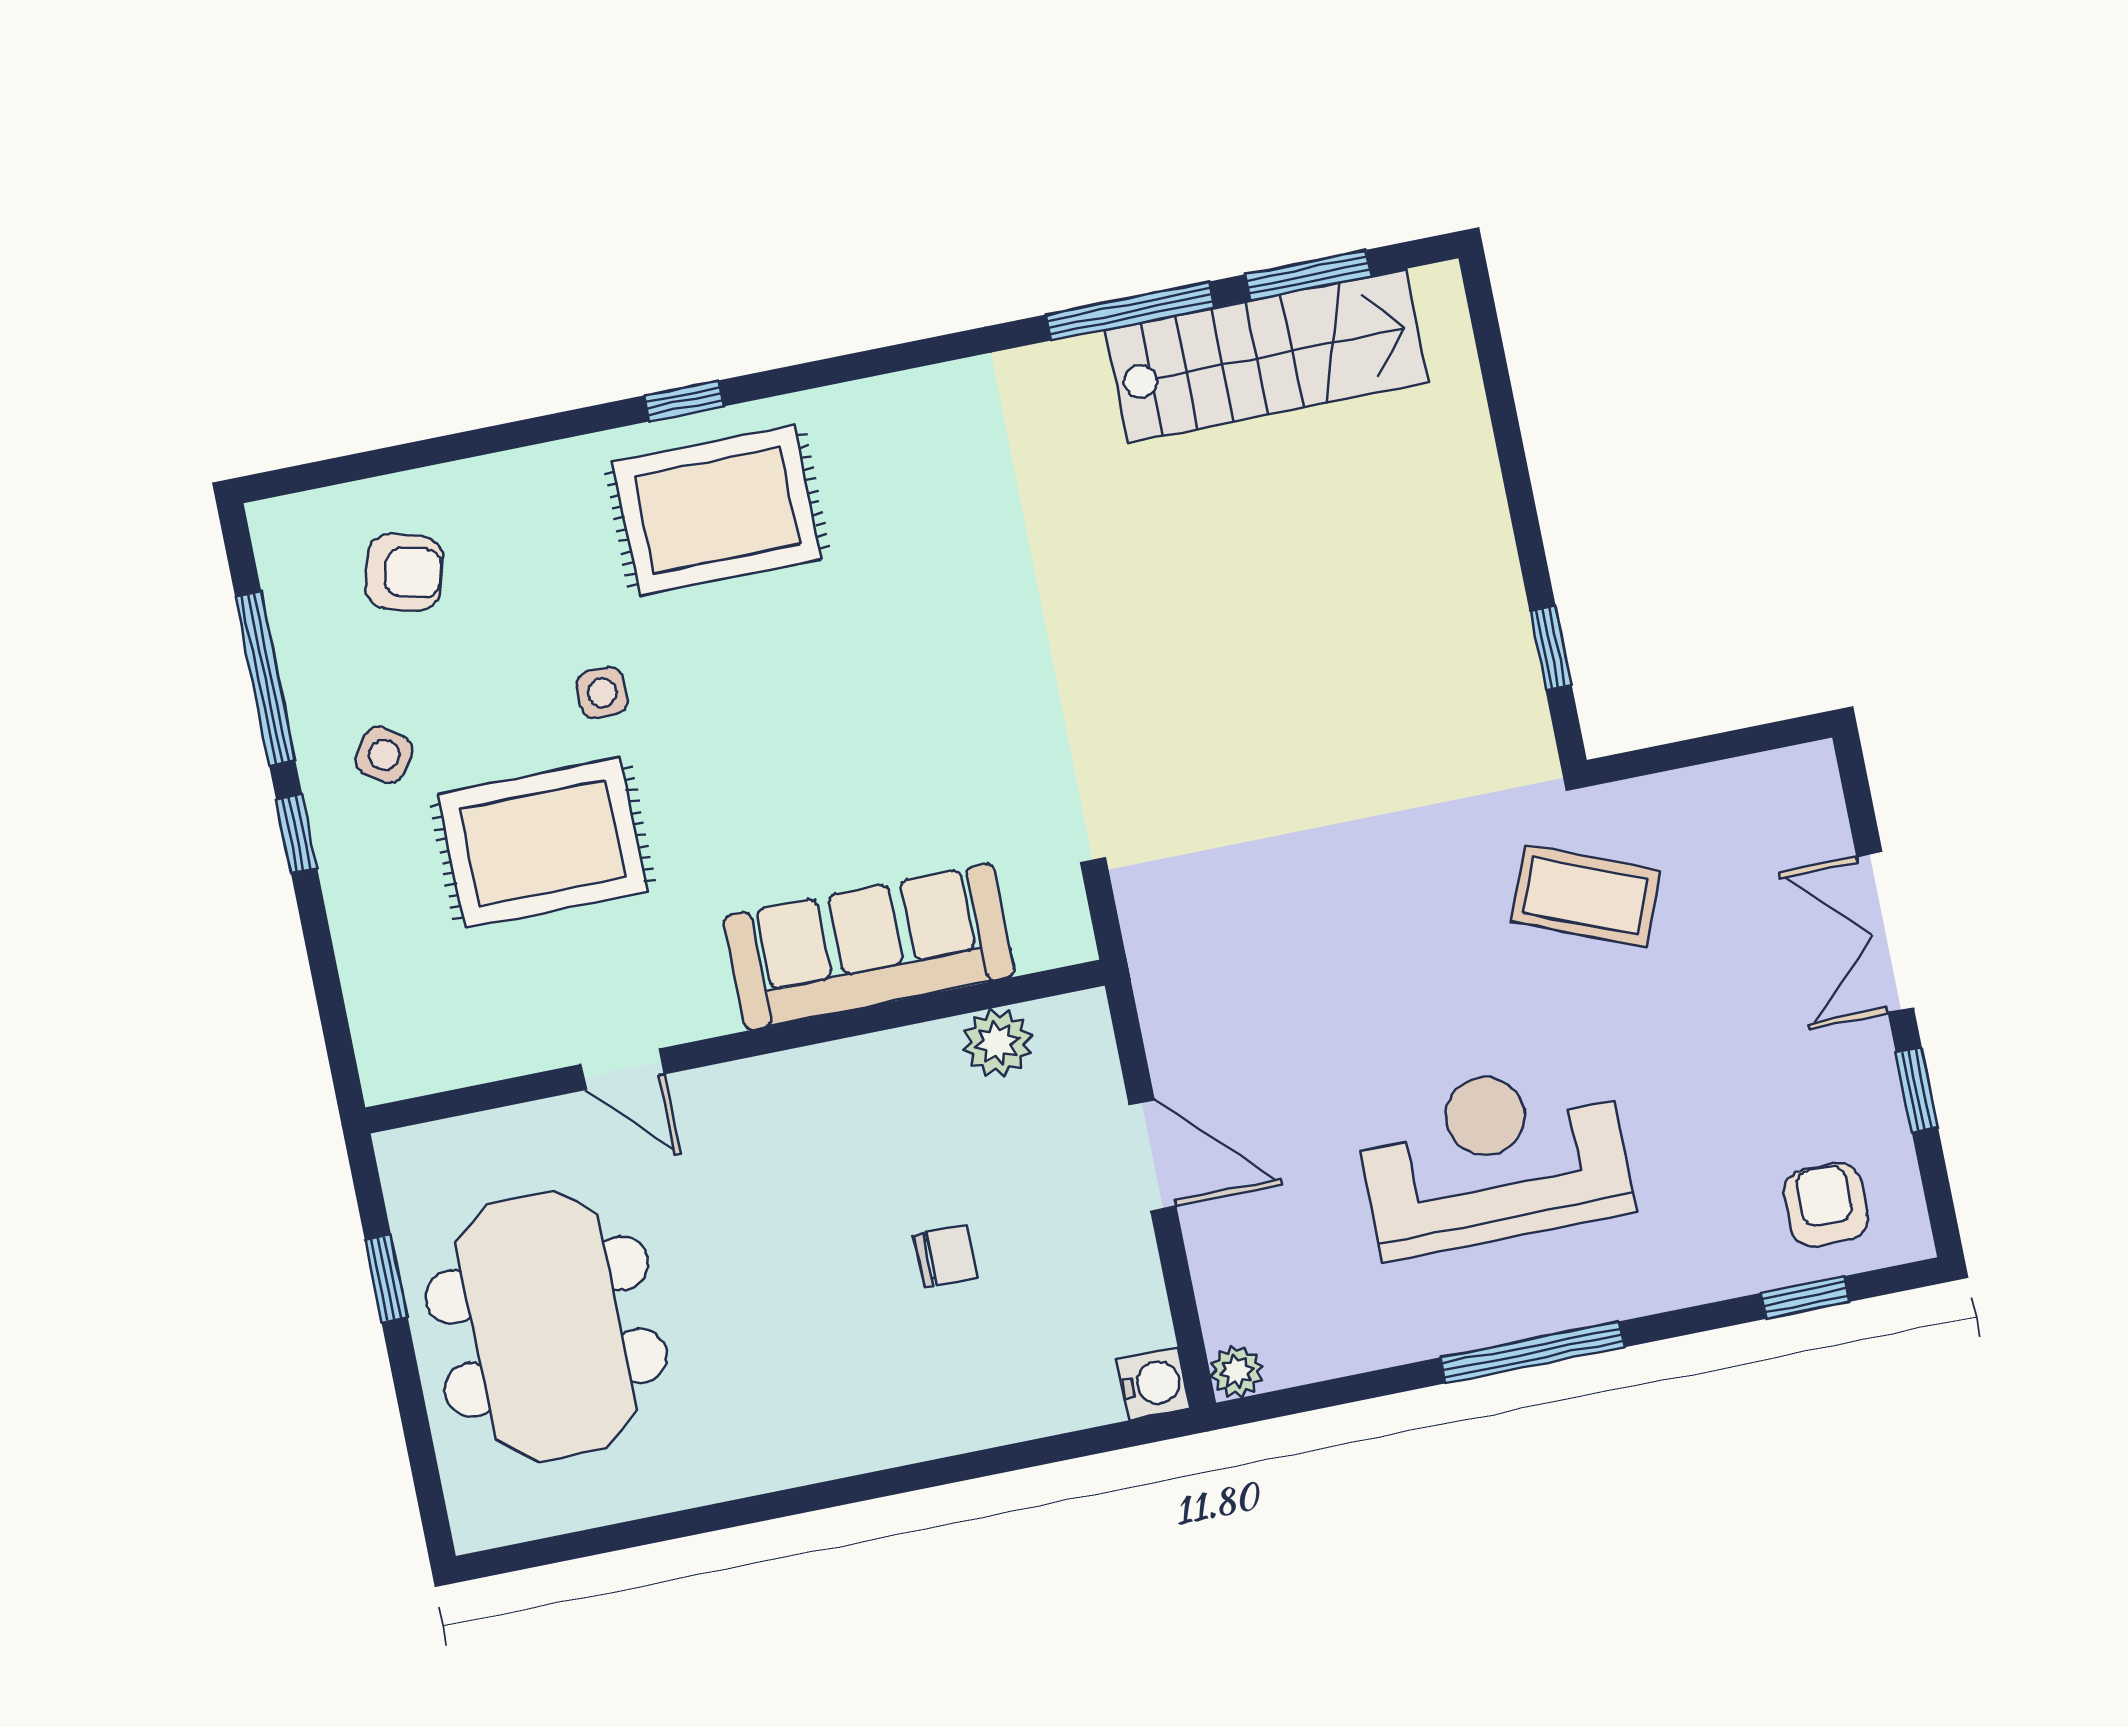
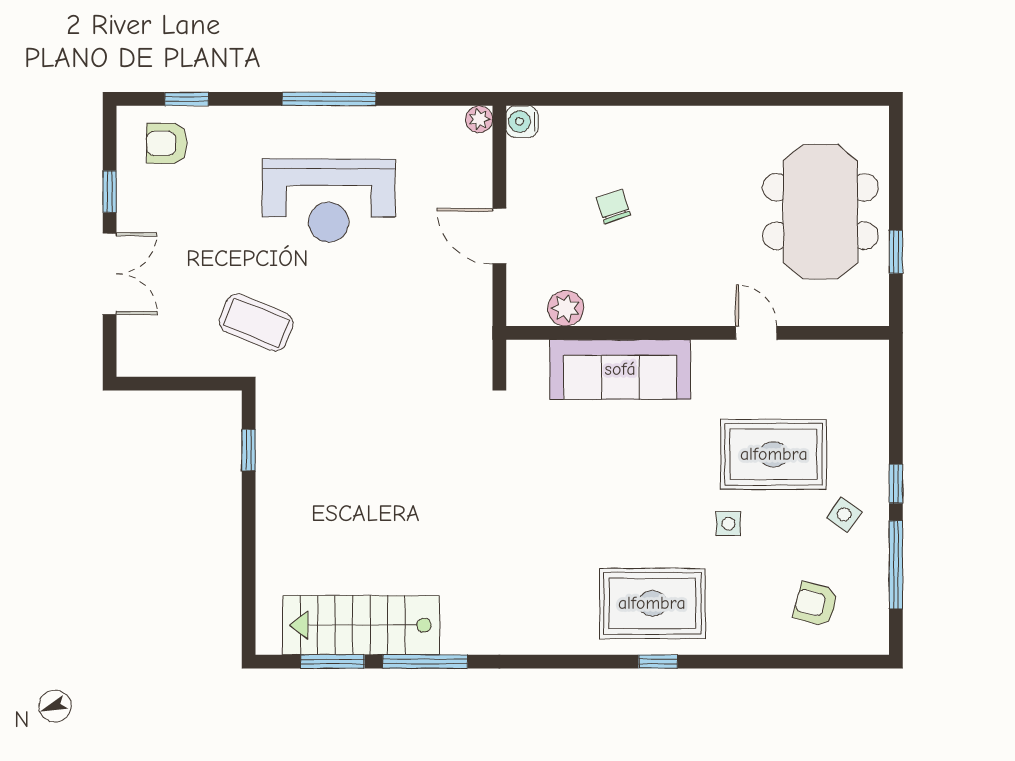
armchair: (1826, 1205) -> (167, 143), turned 90
chair: (945, 1256) -> (613, 207), turned 71

